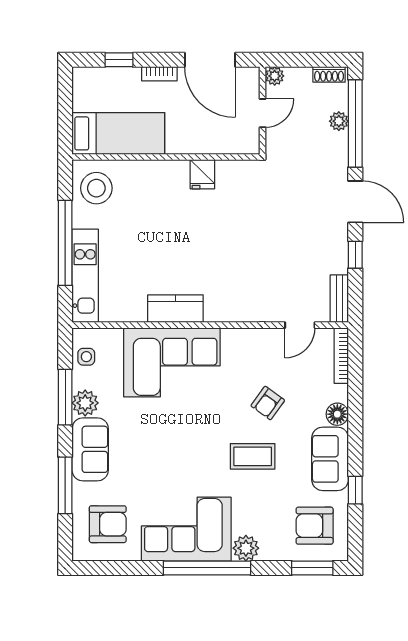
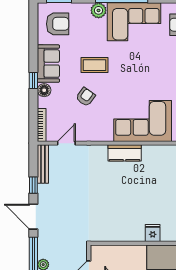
fridge: (202, 174) -> (153, 233), moved
bench: (339, 299) -> (43, 164), width x1.36
kitchen counter: (175, 309) -> (125, 153), moved
window: (355, 490) -> (33, 80), moved

